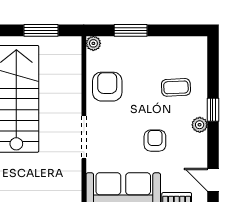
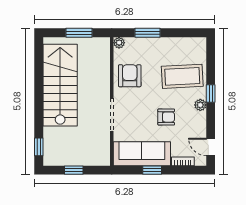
coffee table: (176, 87) -> (182, 76), width x1.86, depth x1.72
armchair: (155, 141) -> (166, 117), turned 90

